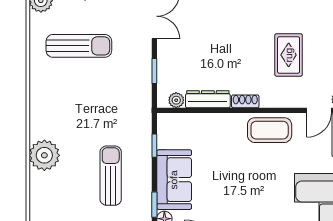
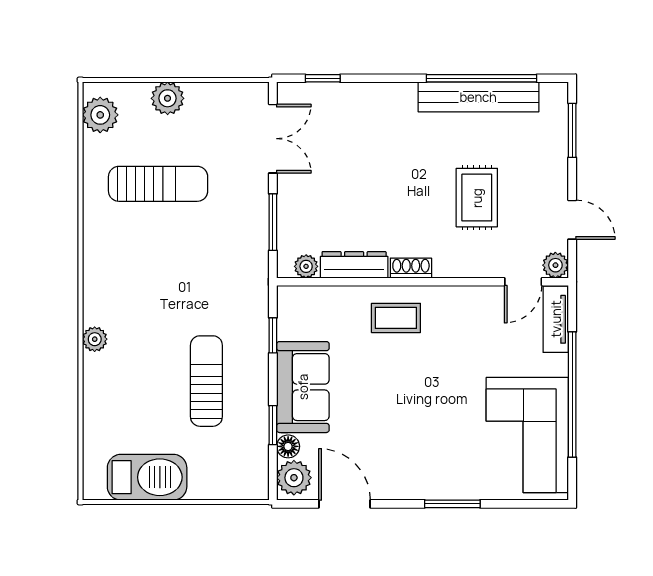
window: (154, 71) -> (273, 222), width x1.50
coffee table: (270, 130) -> (396, 318), moved, width x0.73, depth x0.77
plant: (44, 155) -> (95, 339), width x0.53, depth x0.53

